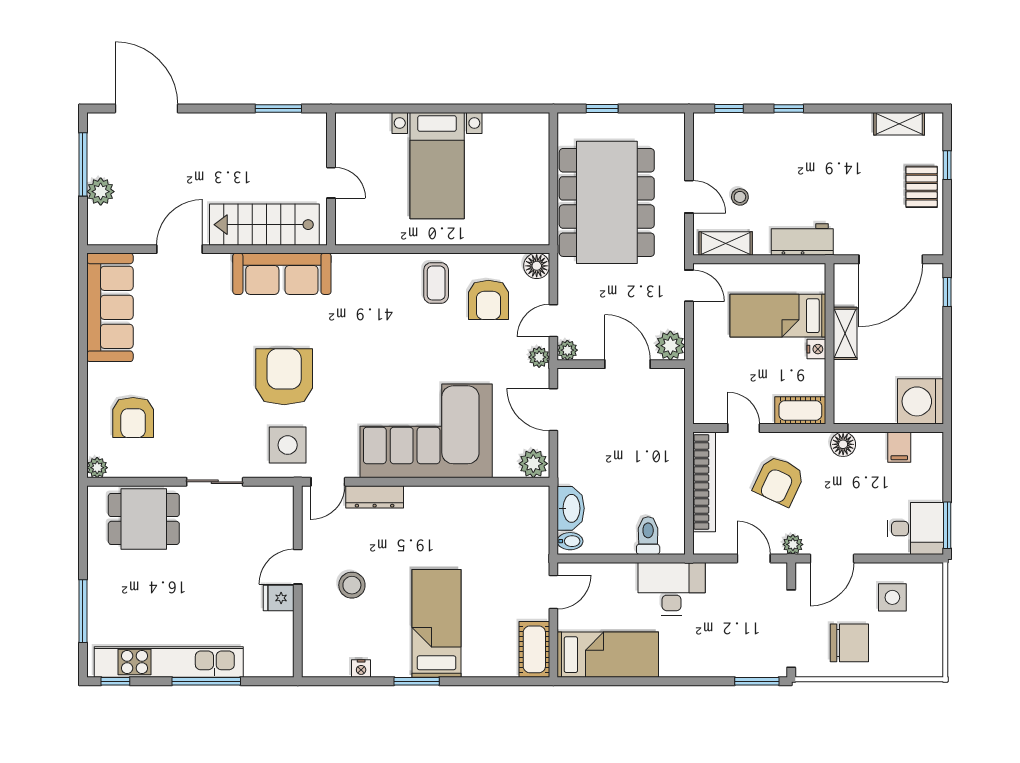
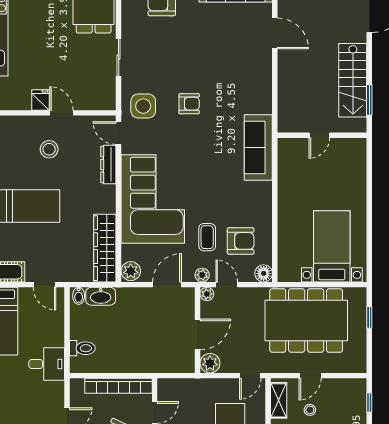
bed with nightstands: (437, 166) -> (332, 246), moved, turned 90
stairs: (264, 225) -> (353, 80), moved, turned 180
sofa: (282, 274) -> (258, 148), moved
coffee table: (436, 283) -> (207, 237), moved, turned 90
armchair: (488, 300) -> (241, 241), turned 180
armchair: (284, 377) -> (189, 104), width x0.53, depth x0.53
wardrobe: (499, 502) -> (105, 248), added
desk: (672, 589) -> (47, 364), width x0.73

